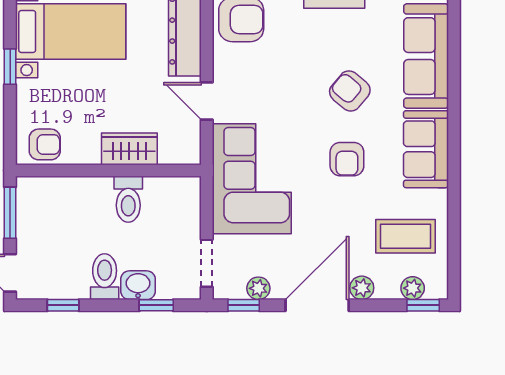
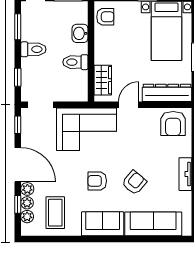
armchair: (45, 144) -> (105, 17), turned -90
wardrobe: (129, 149) -> (103, 80), moved
washbasin: (138, 285) -> (80, 33), moved, turned 180
plant: (258, 288) -> (27, 203), moved
window: (63, 305) -> (18, 27), width x1.50
window: (423, 305) -> (18, 204), moved

